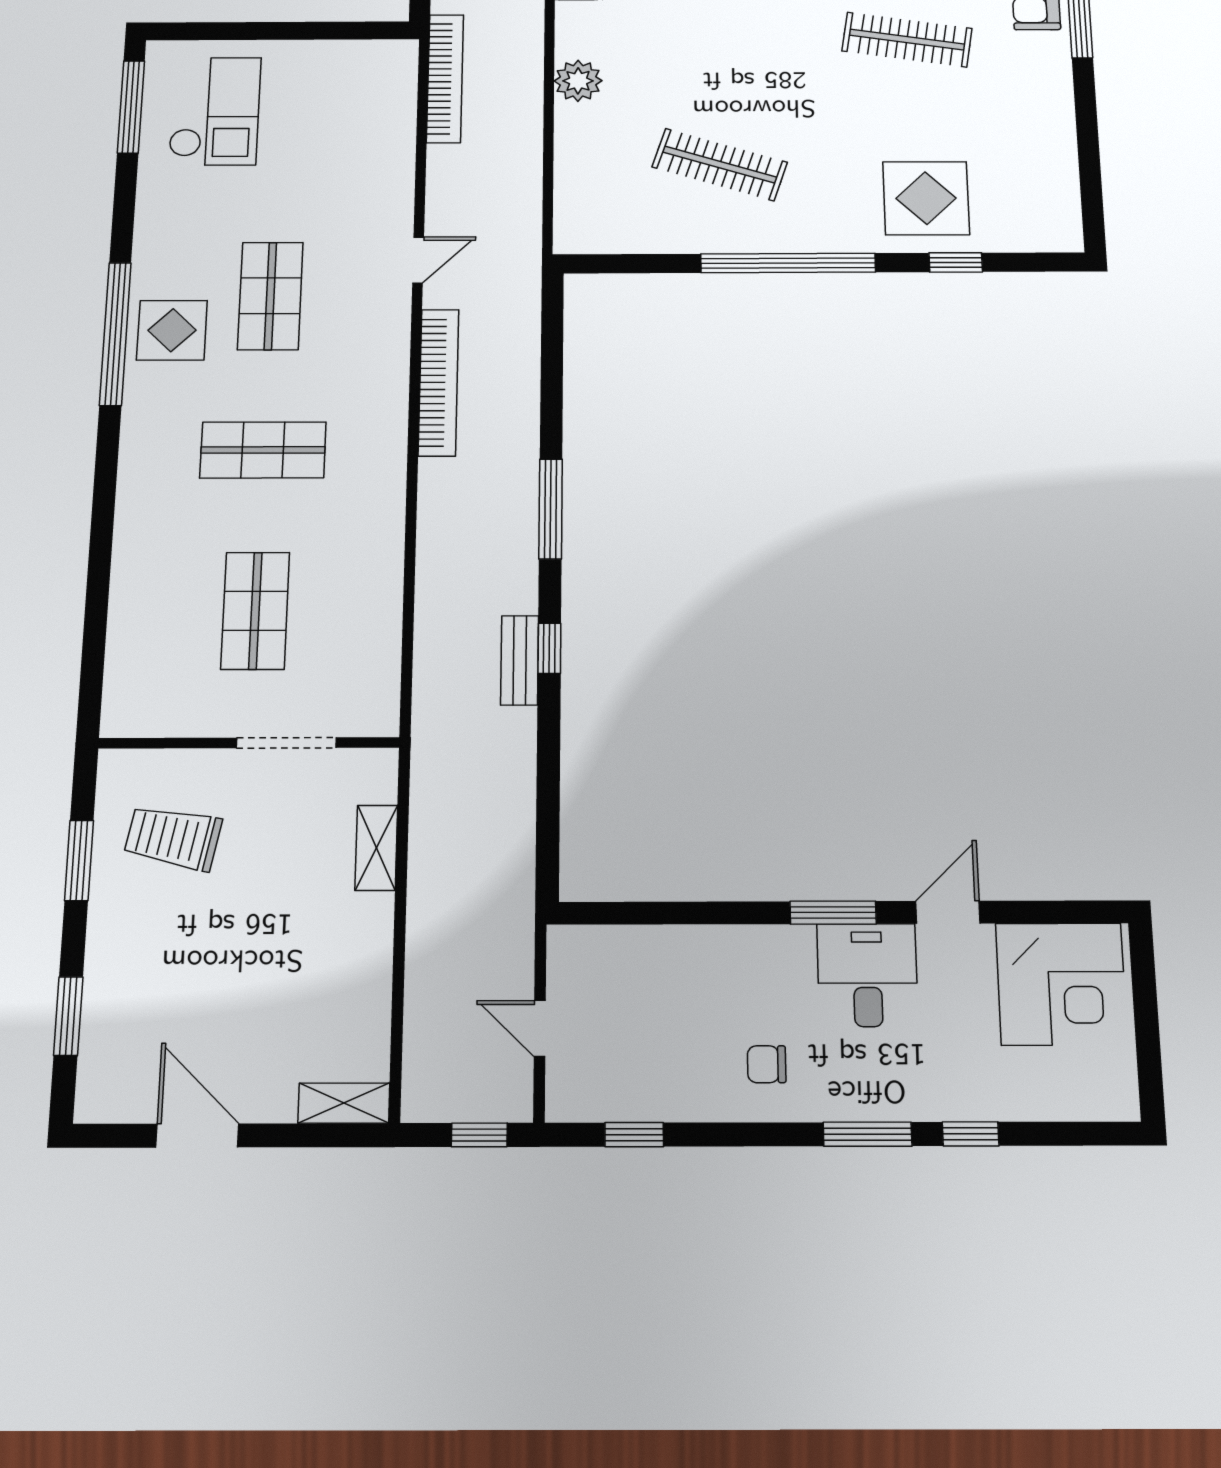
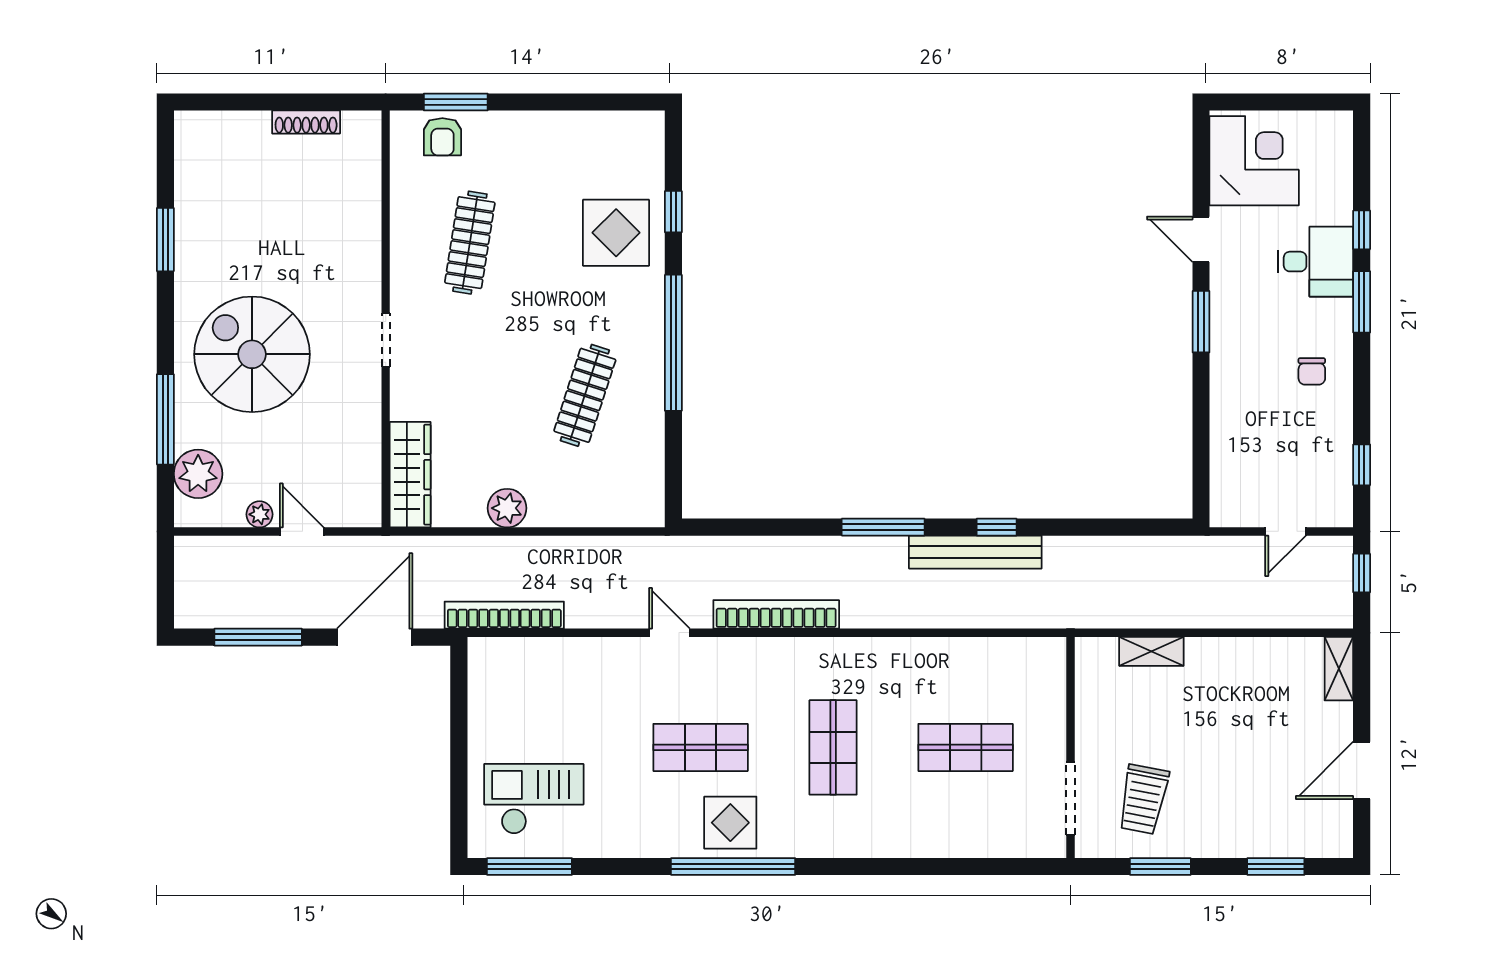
bench: (520, 660) -> (975, 552), width x1.86, depth x1.21
doorway: (286, 743) -> (1070, 799), moved
desk: (867, 975) -> (1315, 262), moved, turned 180

